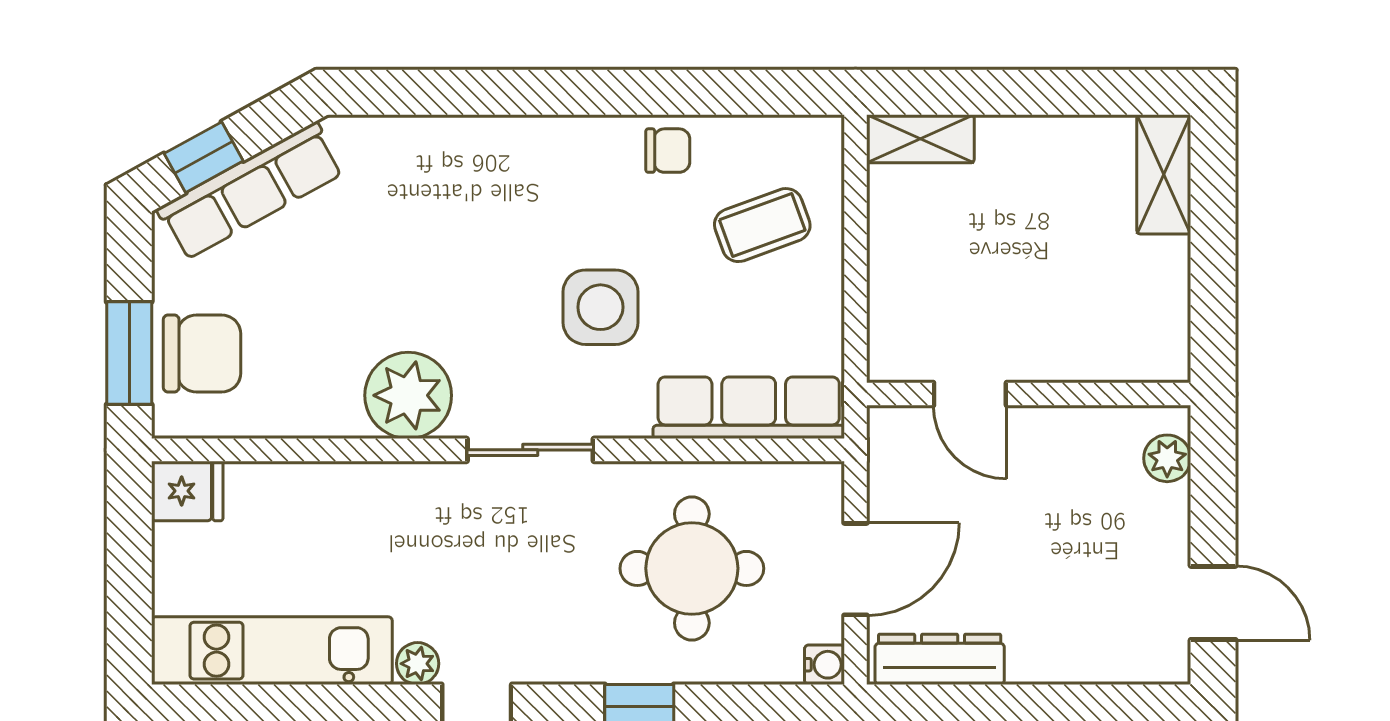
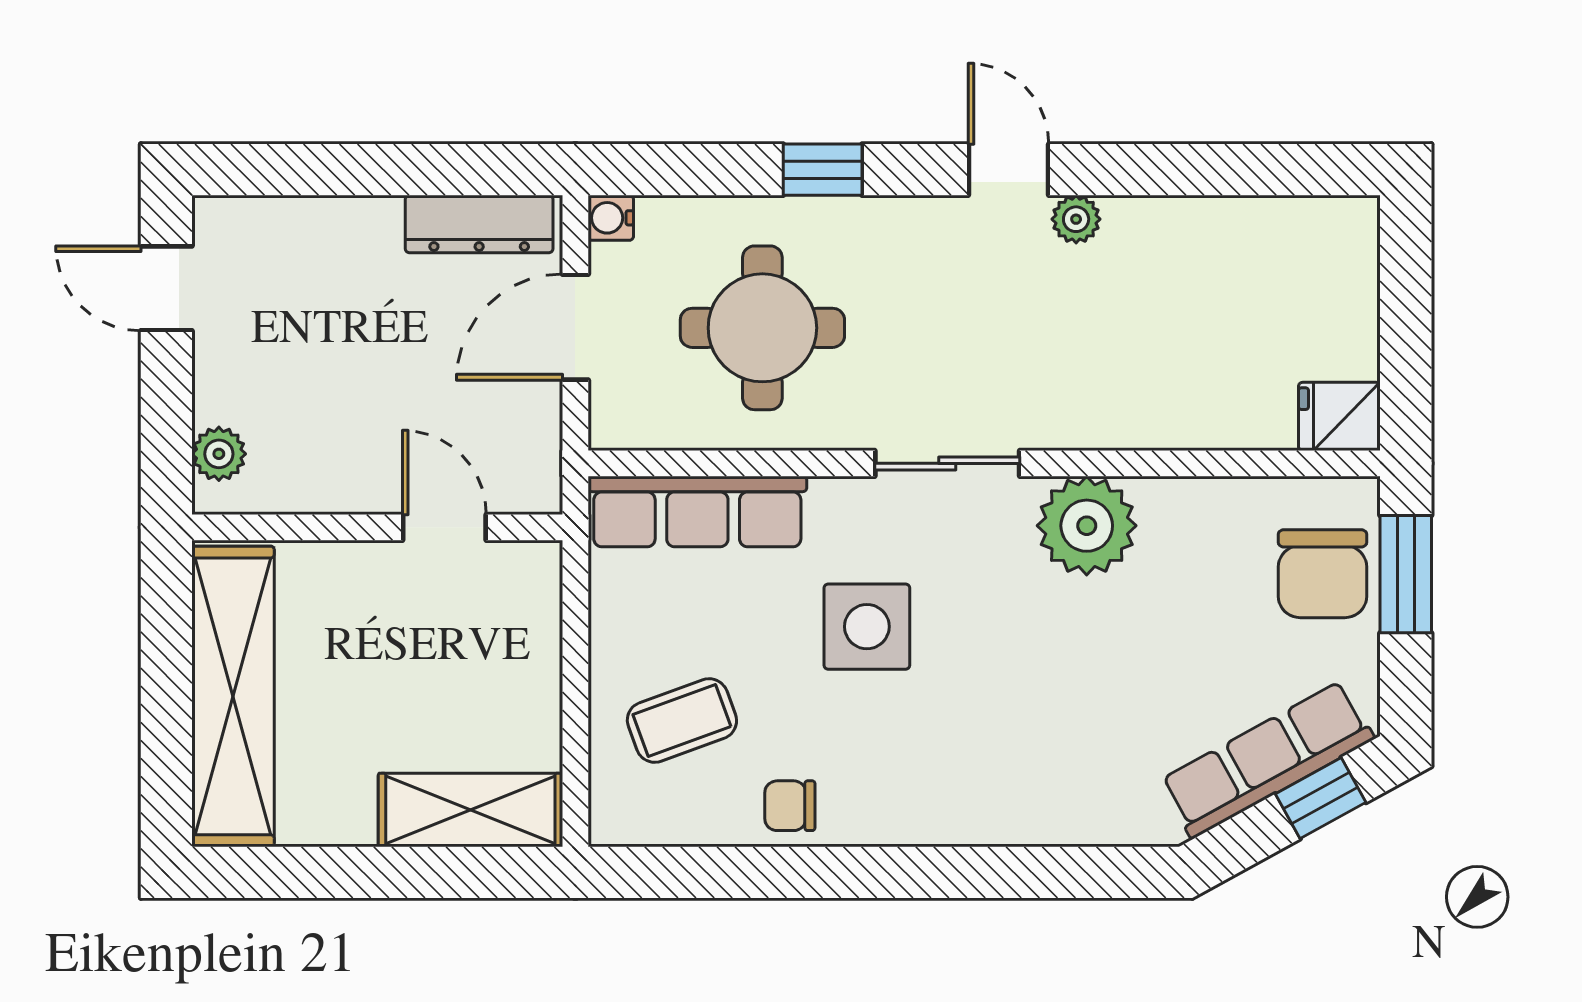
shelving: (920, 139) -> (470, 810), width x1.50, depth x1.33
shelving: (1164, 174) -> (233, 696), width x2.20, depth x1.33
chair: (202, 354) -> (1322, 574), turned -90
kitchen unit: (272, 651) -> (1243, 234), removed

